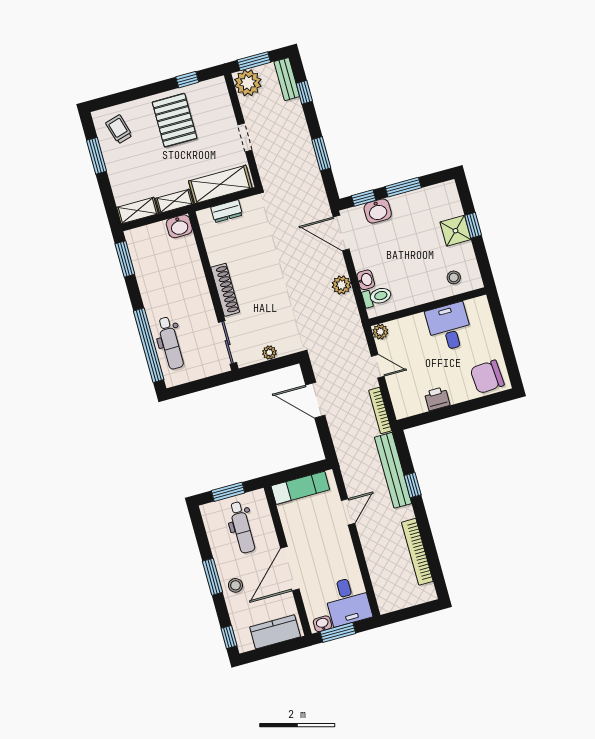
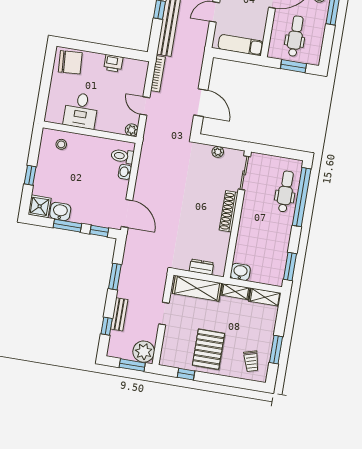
bench: (287, 79) -> (119, 314), moved
washbasin: (378, 211) -> (60, 211), moved
shower: (455, 231) -> (40, 206), moved
plant: (342, 285) -> (144, 176), removed

